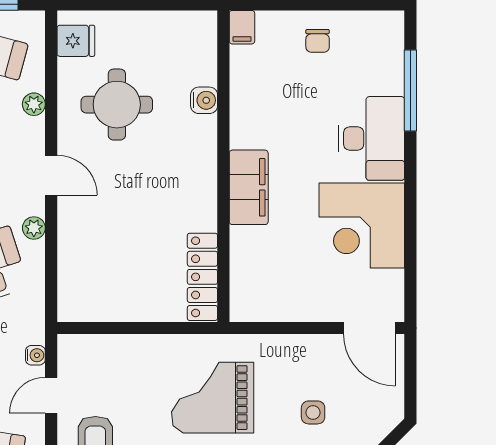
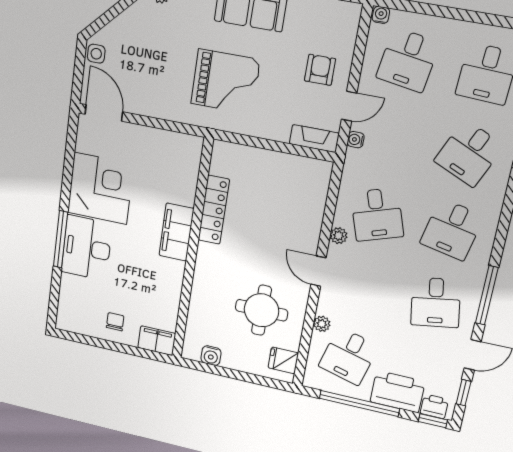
filing cabinet: (242, 27) -> (157, 341), width x2.00
window: (410, 90) -> (61, 239), moved
water cooler: (204, 100) -> (211, 356), moved, turned -90
locker: (202, 277) -> (214, 210), moved
fireplace: (87, 347) -> (314, 139), added
side table: (313, 412) -> (96, 54), moved

